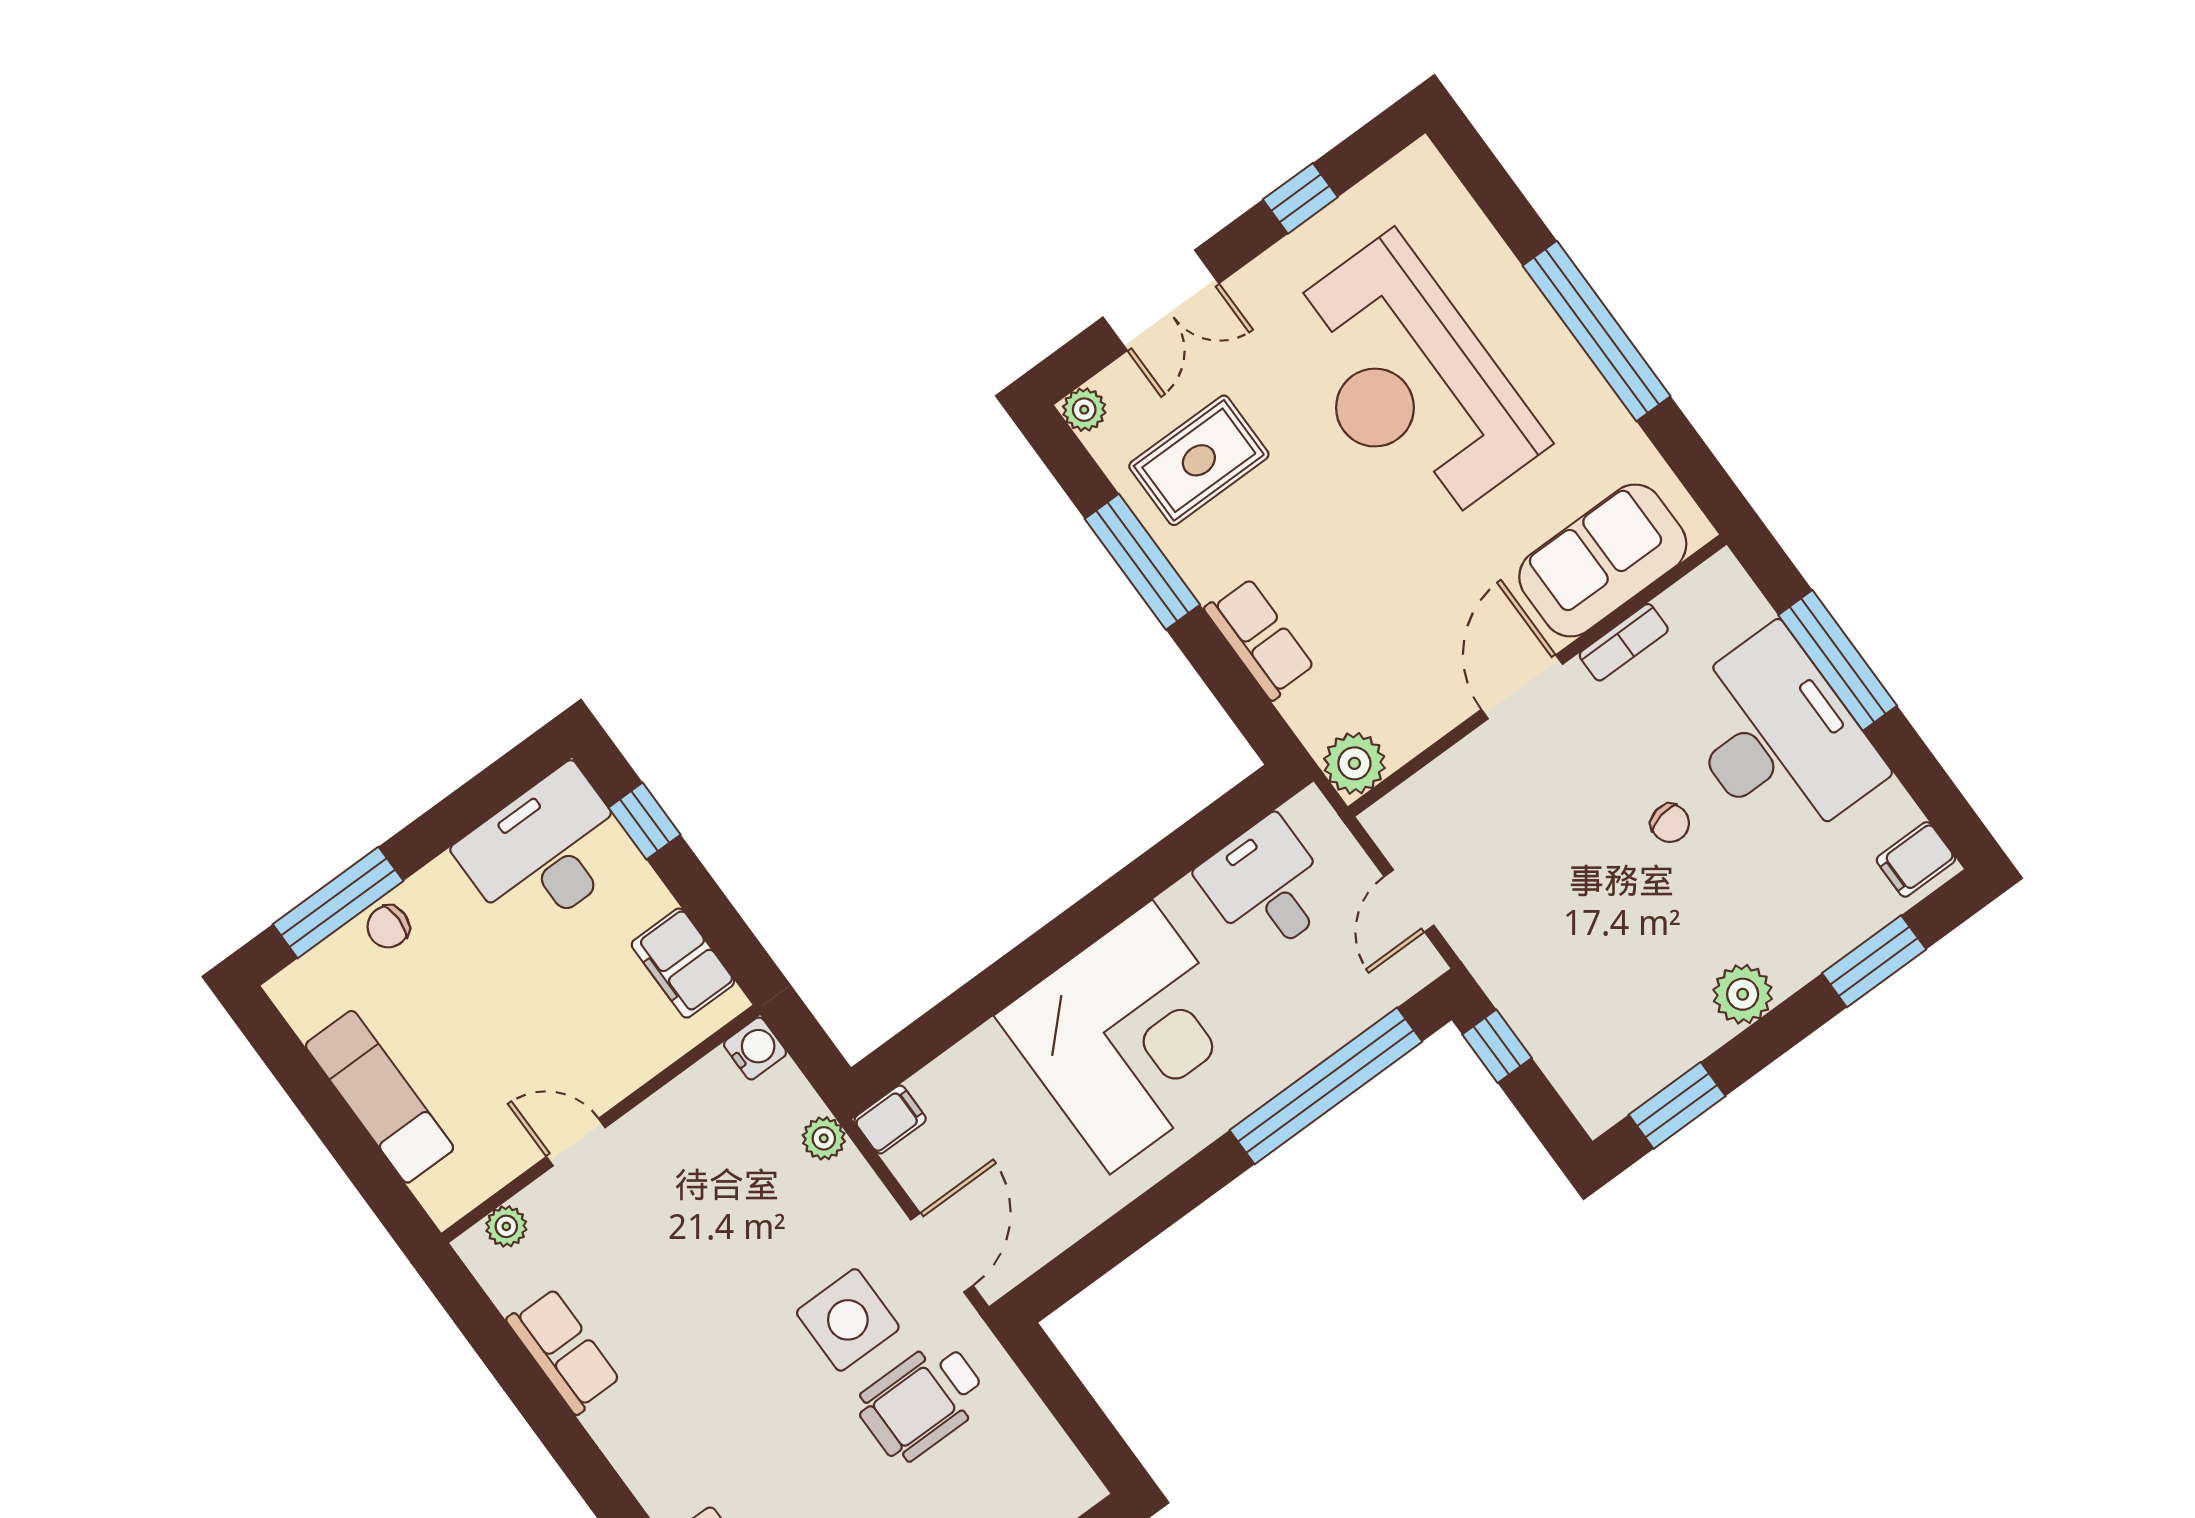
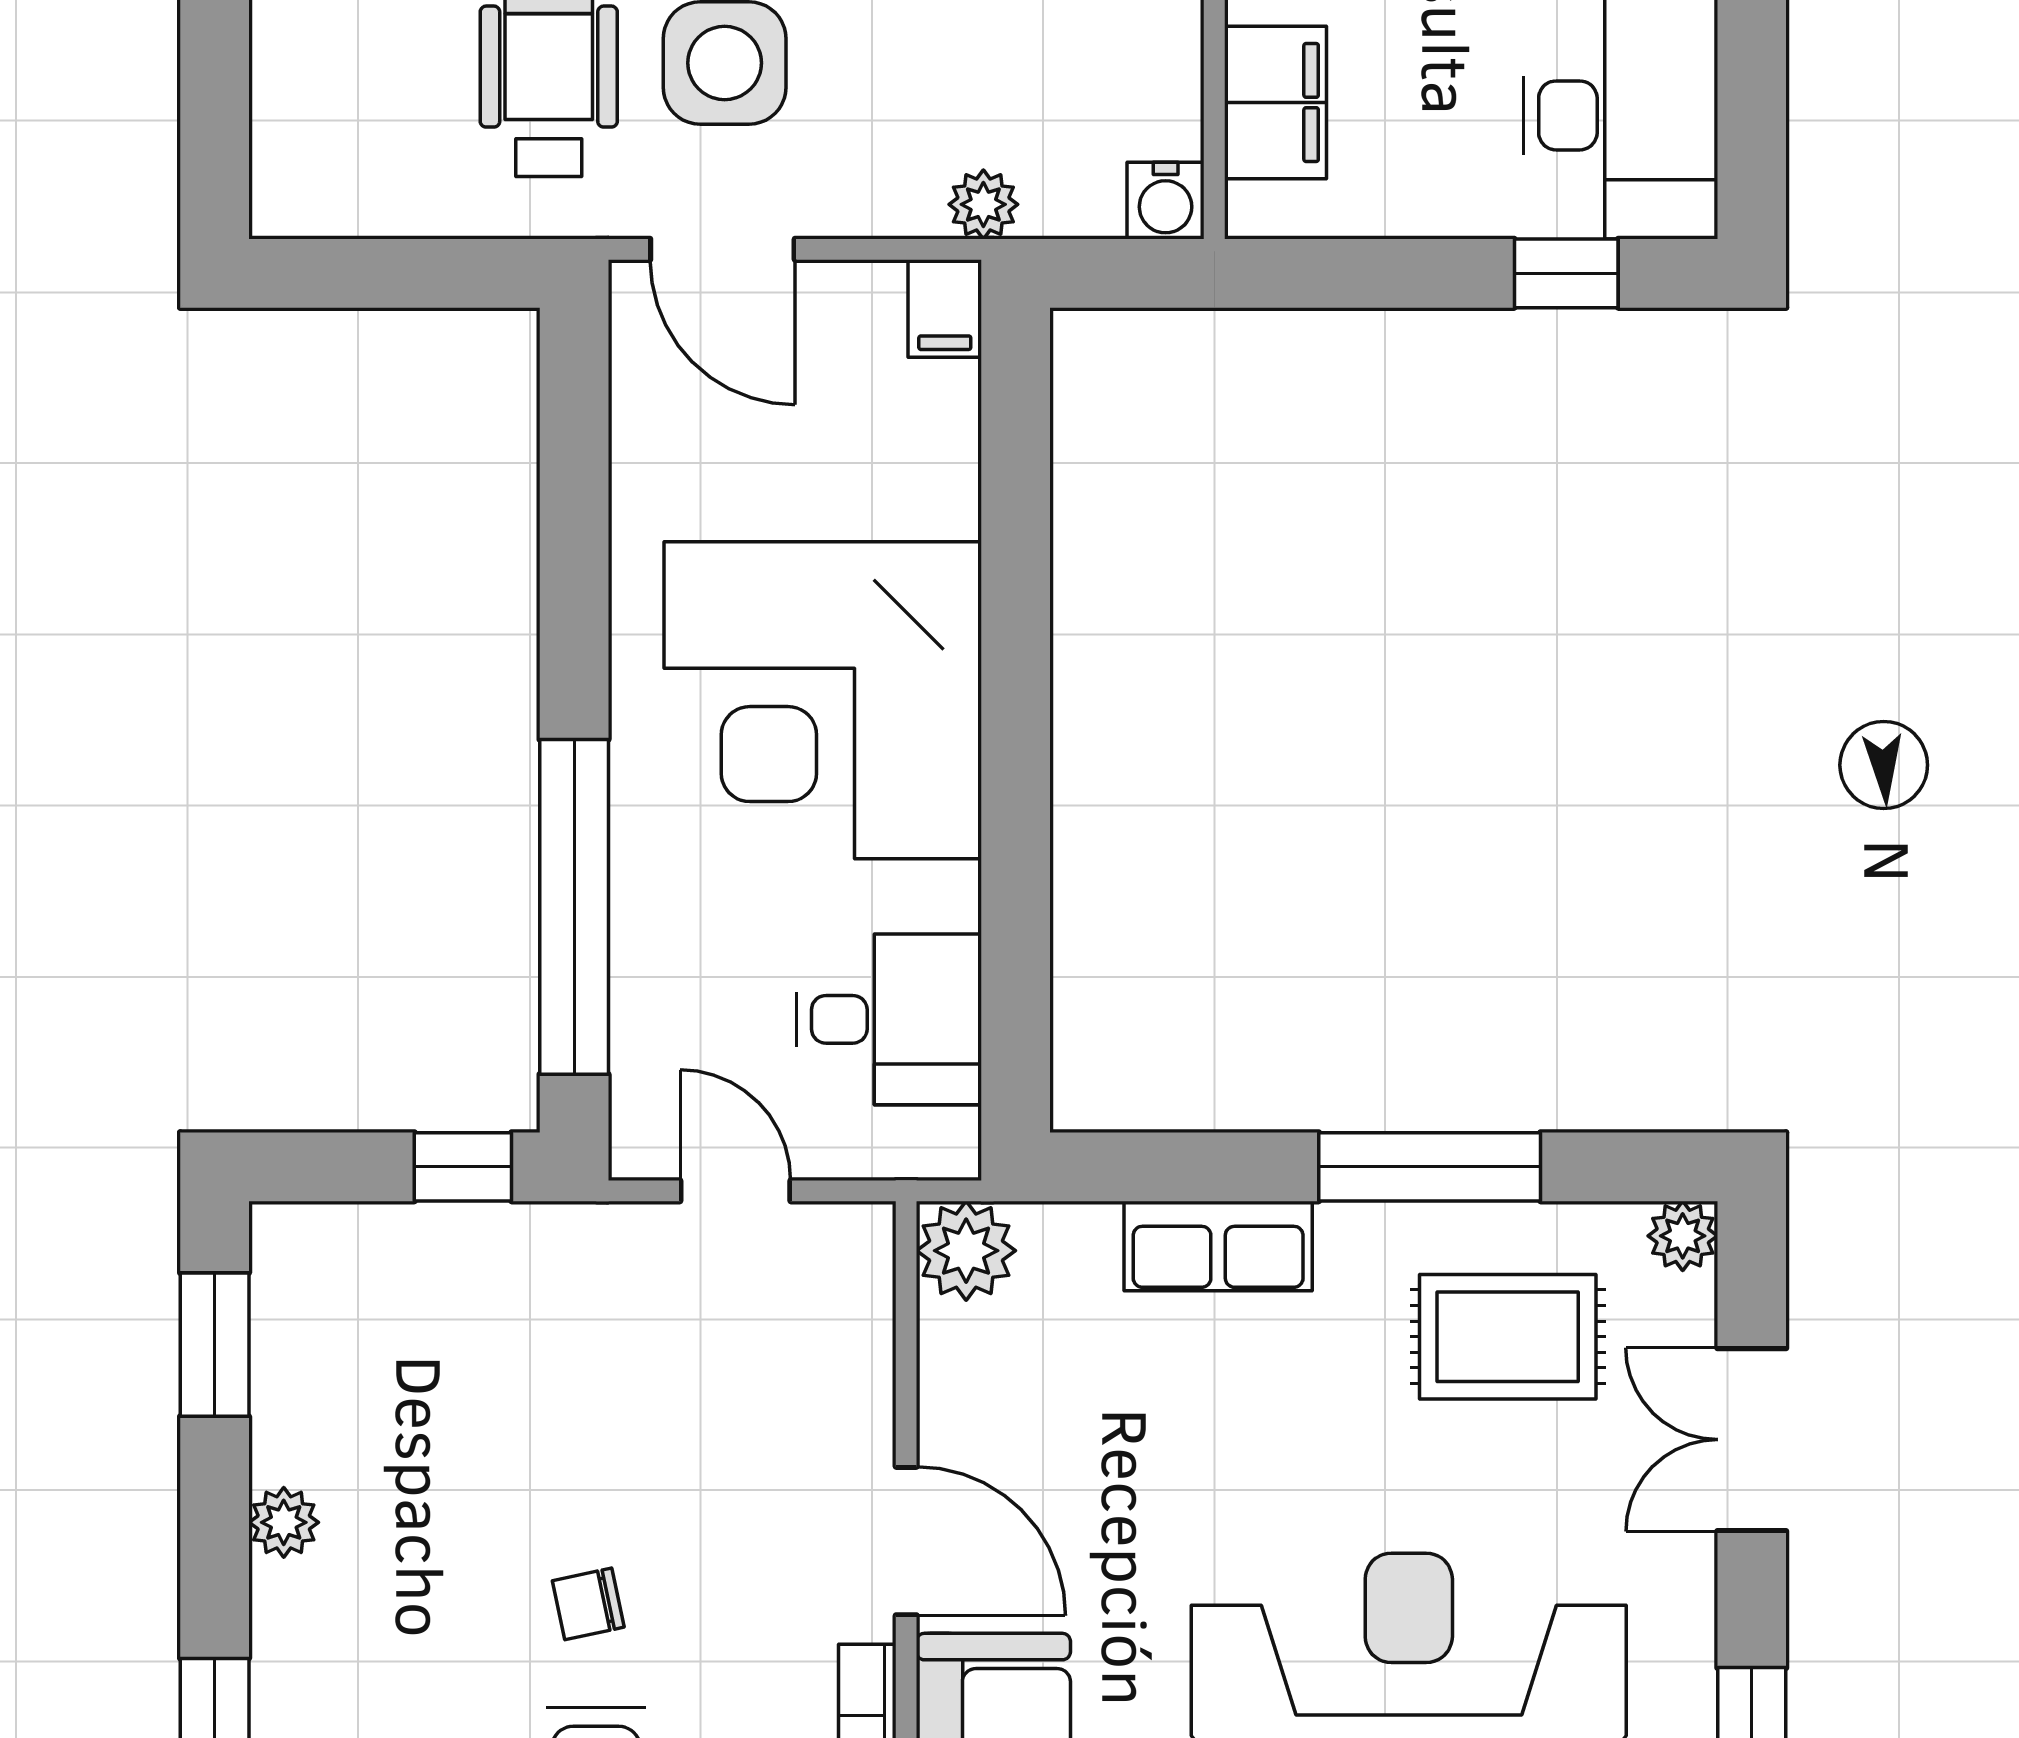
rug: (1199, 460) -> (1508, 1337), turned 90
filing cabinet: (683, 963) -> (1275, 102), moved, turned 90
plant: (1743, 994) -> (284, 1522), width x0.73, depth x0.73

